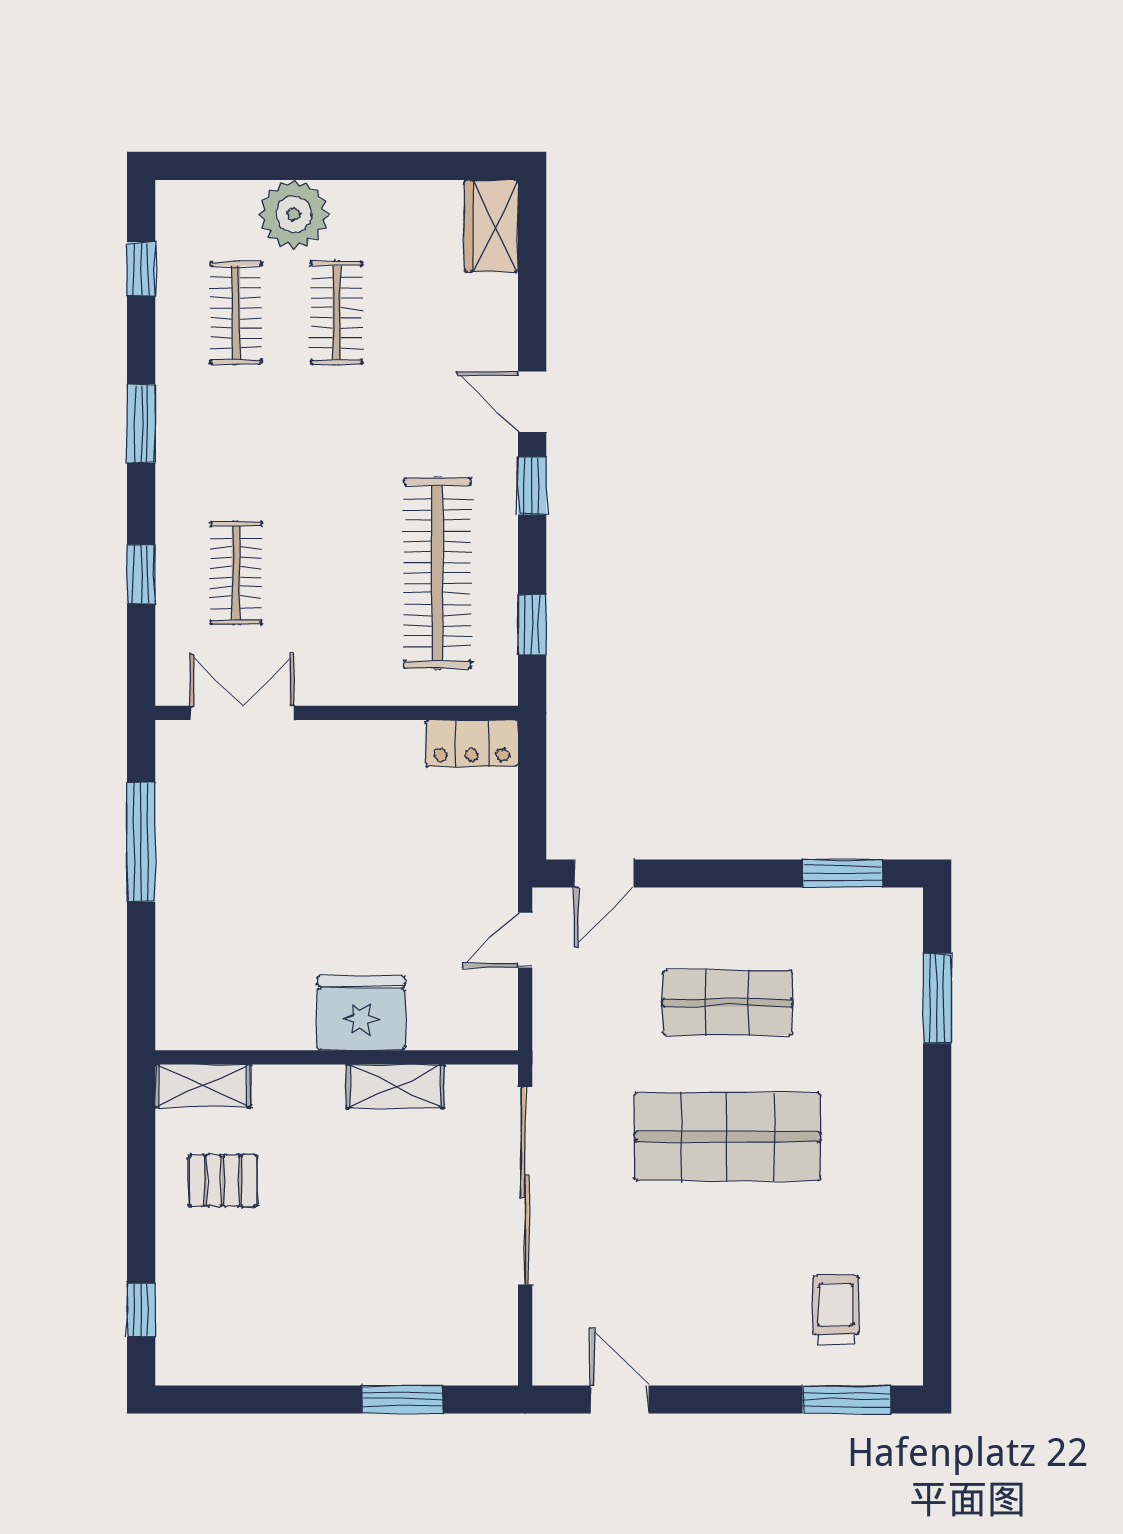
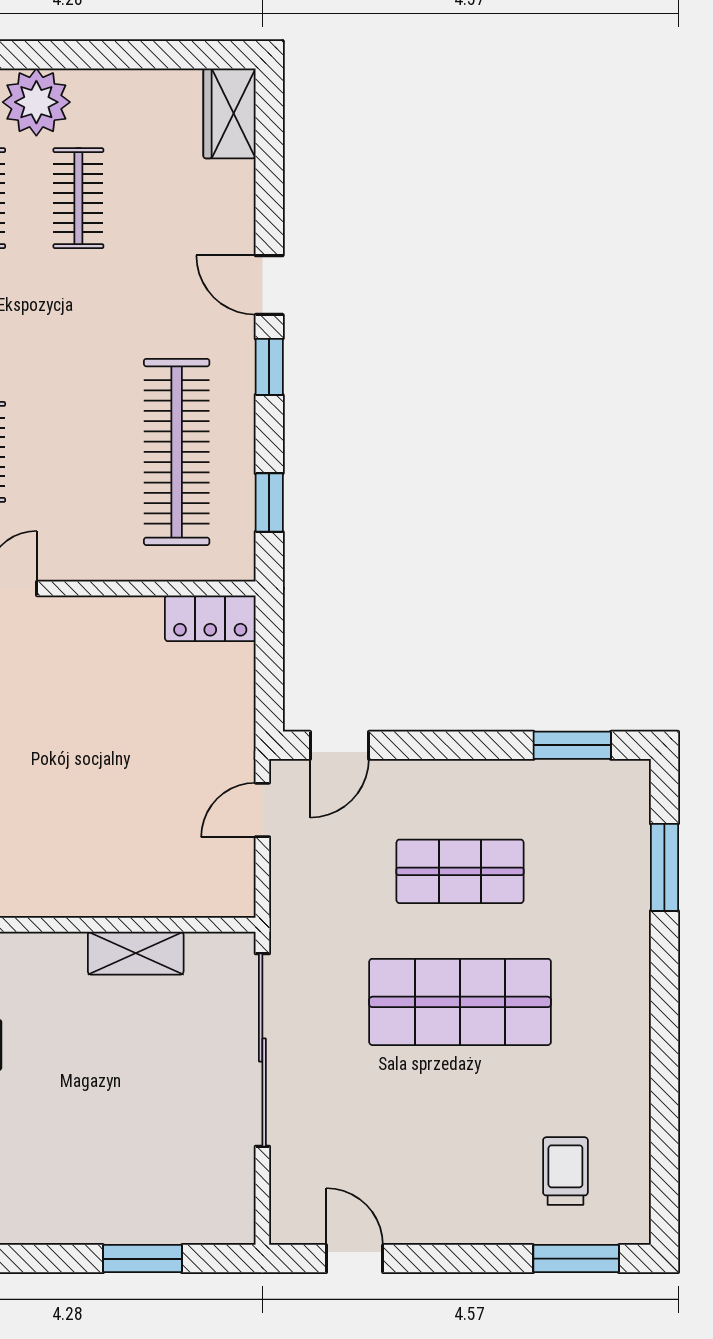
fridge: (361, 1013) -> (102, 882), removed

